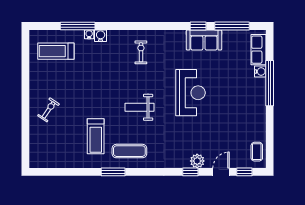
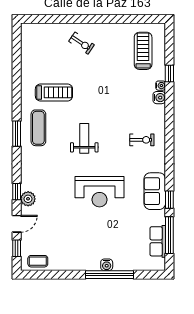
window: (78, 26) -> (169, 74), width x0.46
sofa: (204, 40) -> (155, 191), moved
row of seats: (259, 50) -> (158, 241), moved, turned -90
water cooler: (260, 71) -> (107, 265), moved
treadmill: (96, 136) -> (54, 92), turned 180
window: (113, 172) -> (17, 134), moved
door: (221, 172) -> (17, 224), hinge flipped

